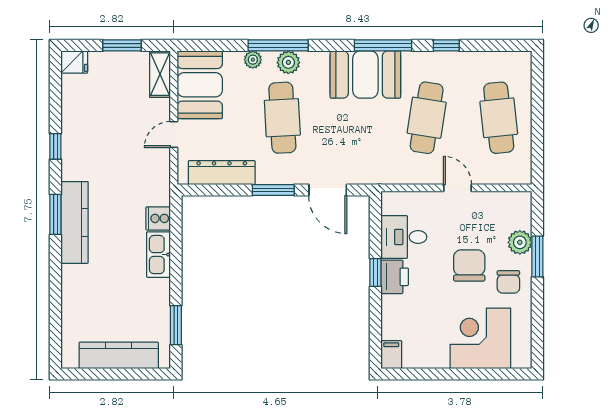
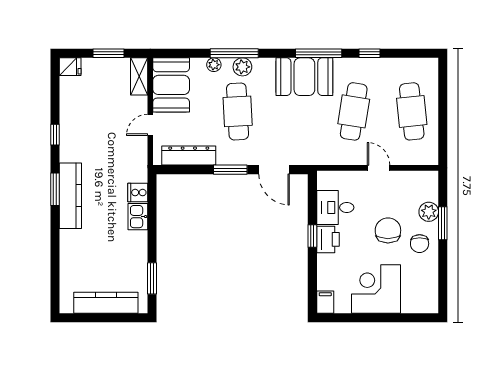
kitchen sink: (158, 255) -> (138, 217), width x0.73
corner desk: (480, 338) -> (376, 289), moved

